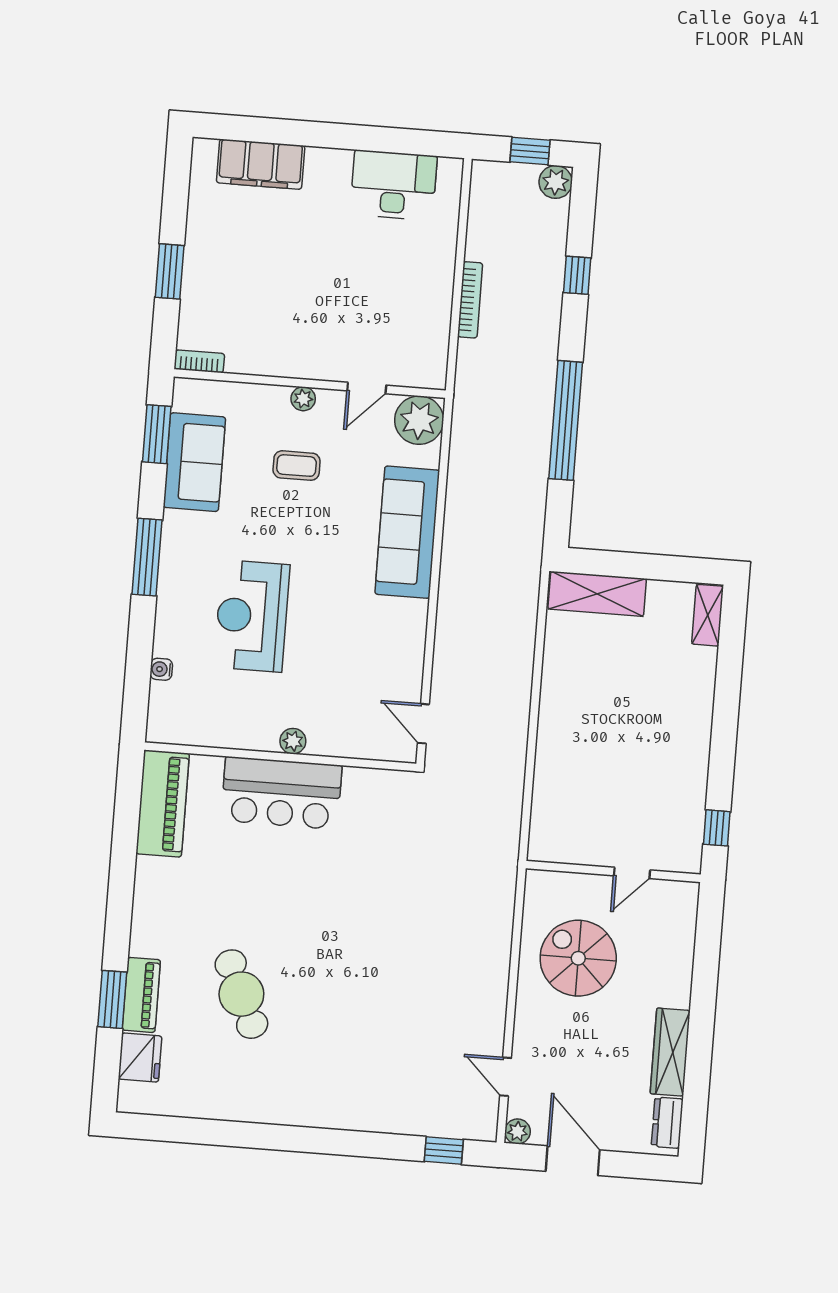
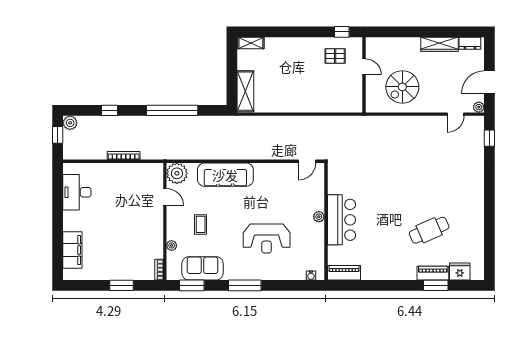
plant: (303, 399) -> (172, 246), moved
water cooler: (161, 669) -> (311, 276), moved
piano: (163, 804) -> (344, 273), width x0.73, depth x0.75
pallet: (662, 808) -> (335, 56), added

